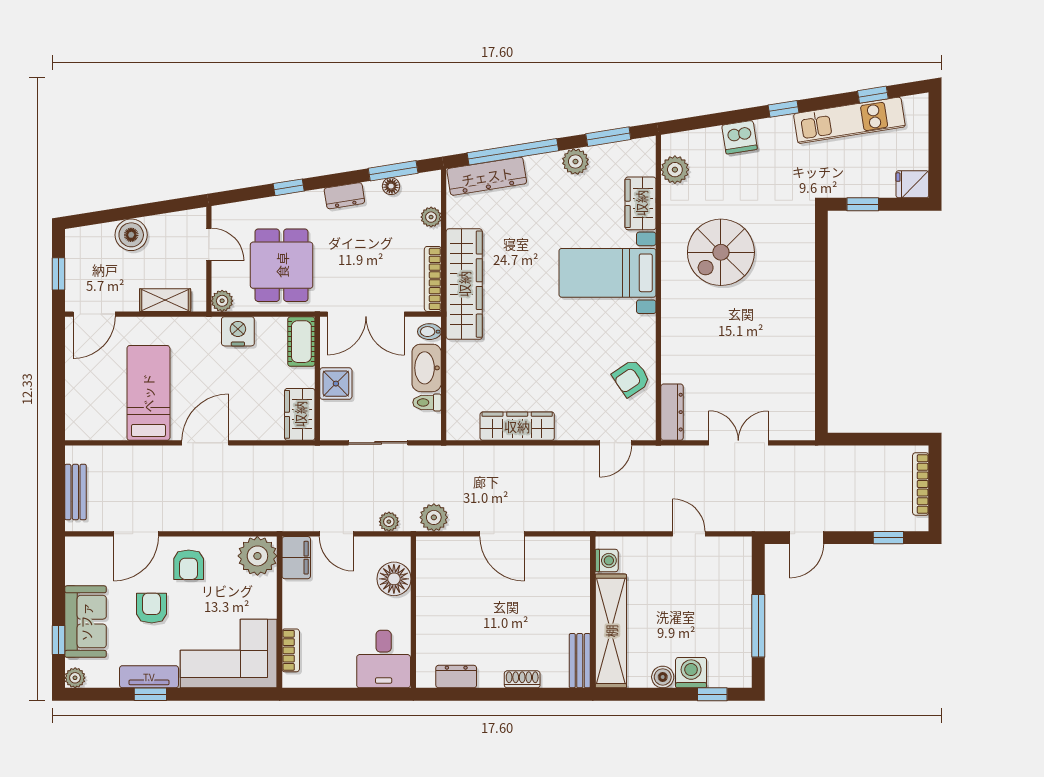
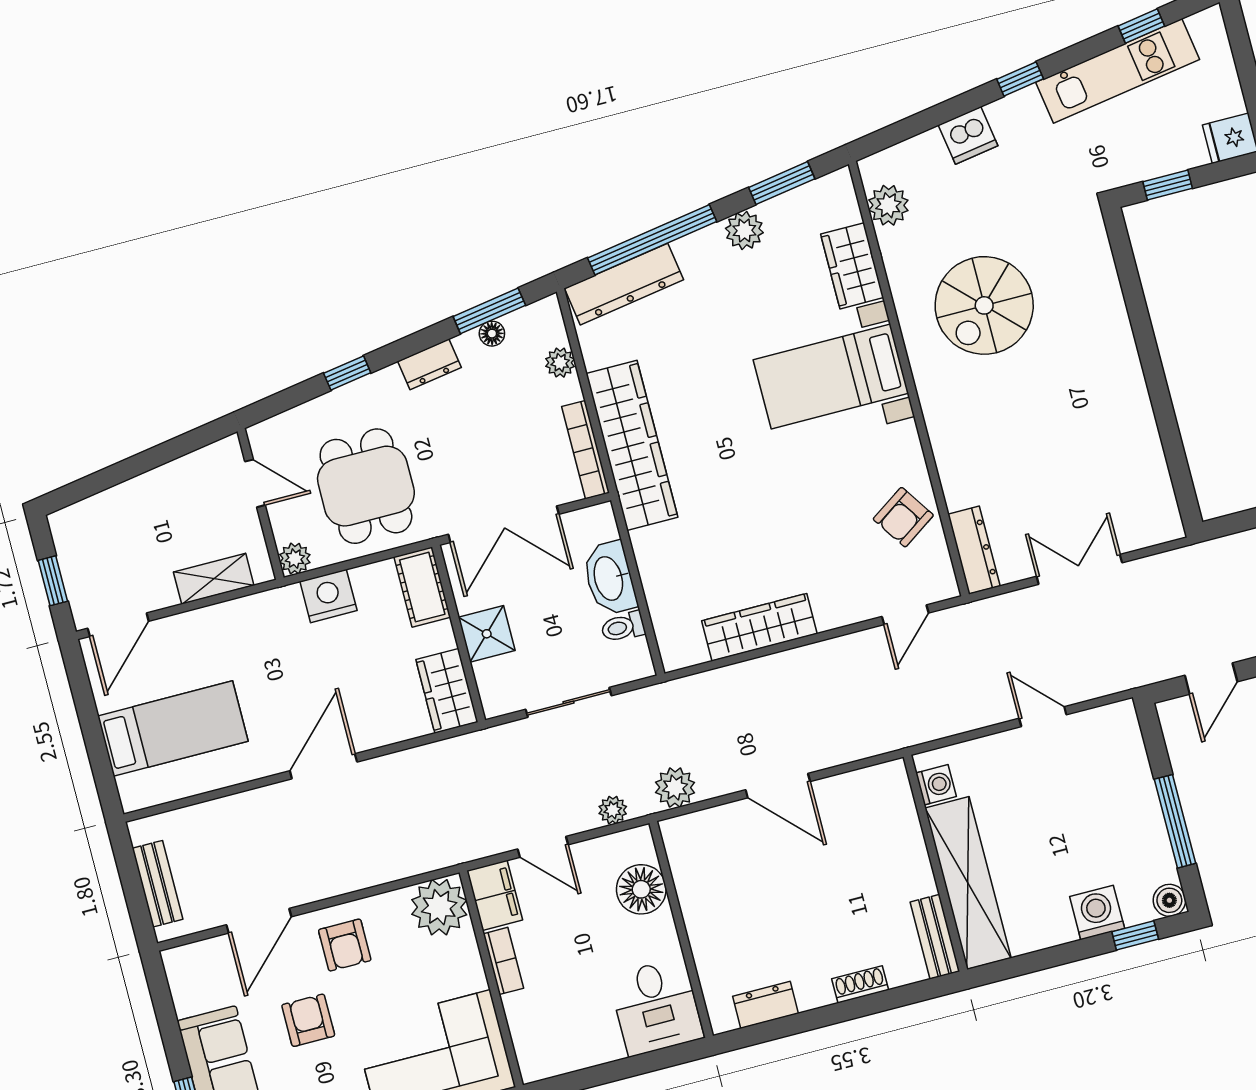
boiler: (131, 235) -> (141, 498), removed
bidet: (429, 332) -> (600, 526), removed
bed: (148, 393) -> (173, 729), moved, turned 90
bookcase: (291, 650) -> (503, 961), moved
boiler: (663, 677) -> (1169, 900), moved

